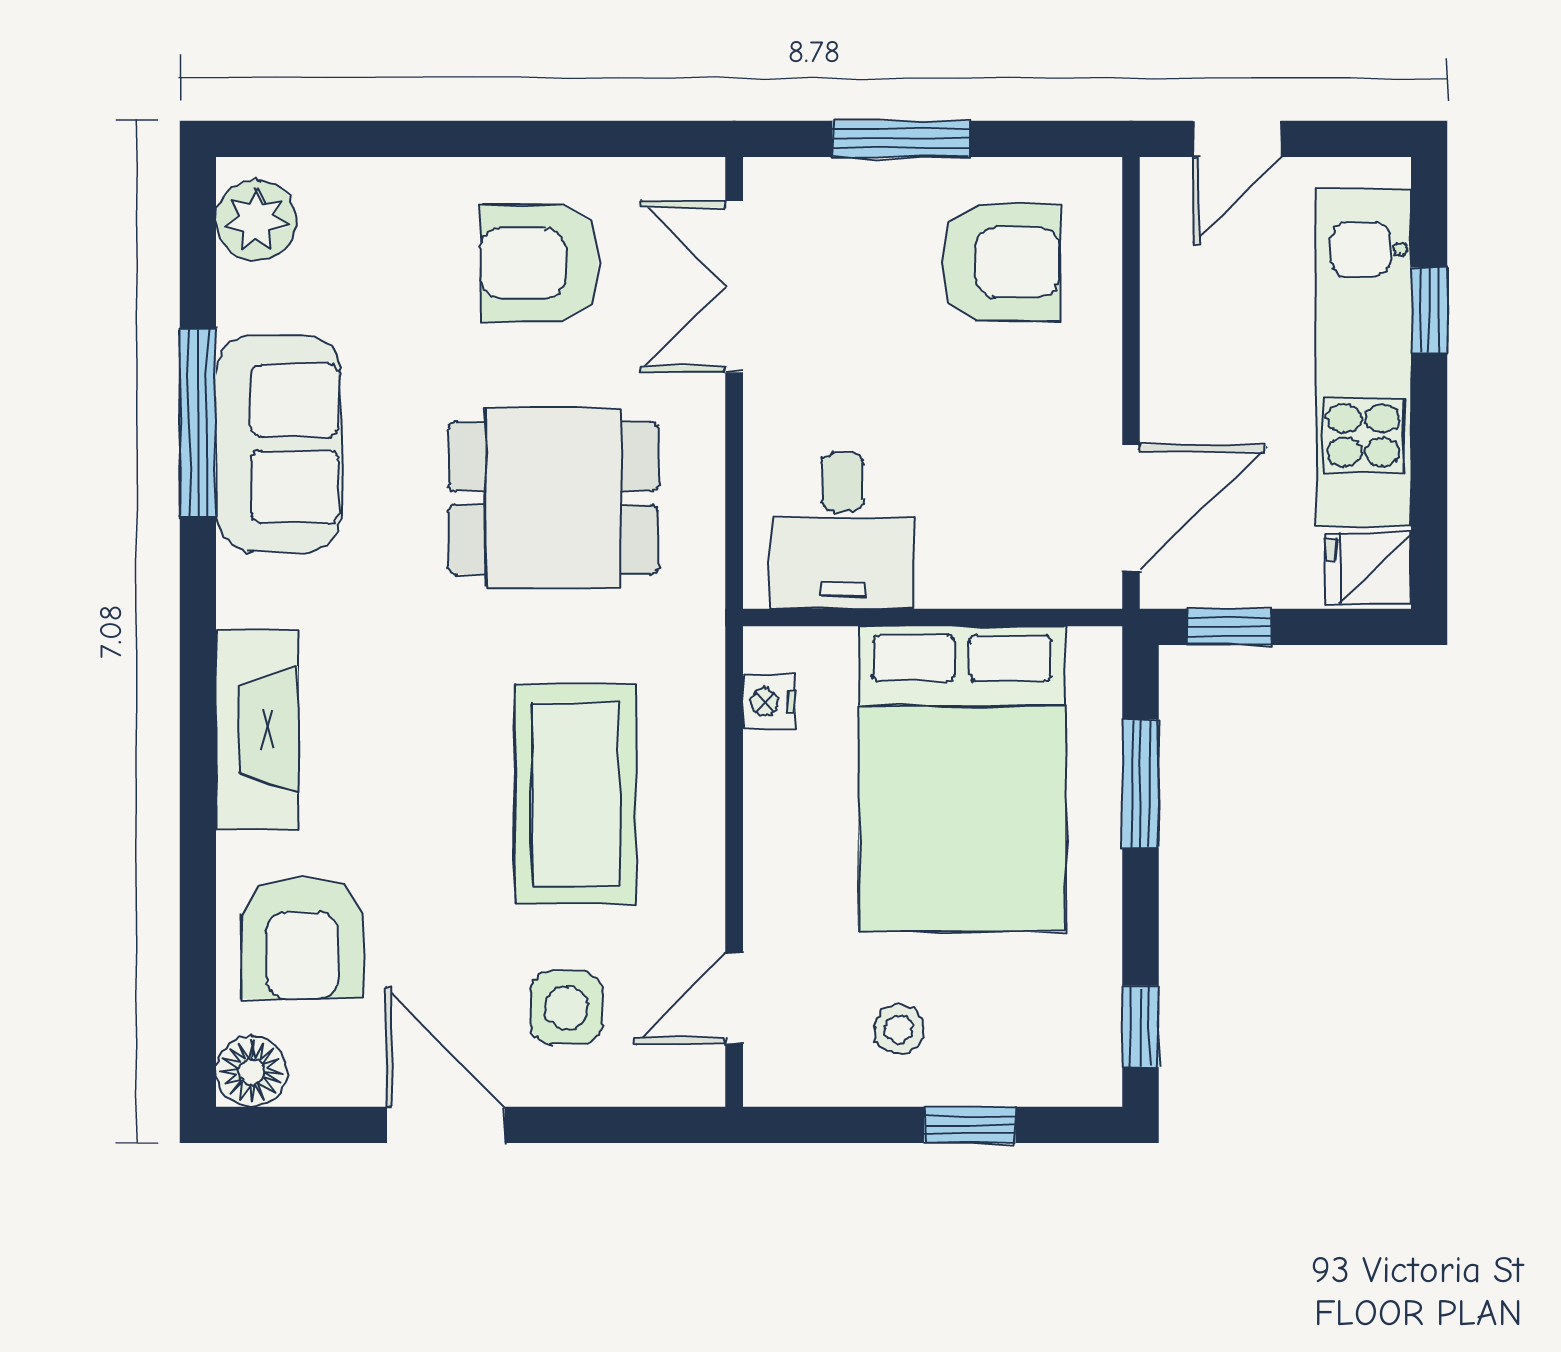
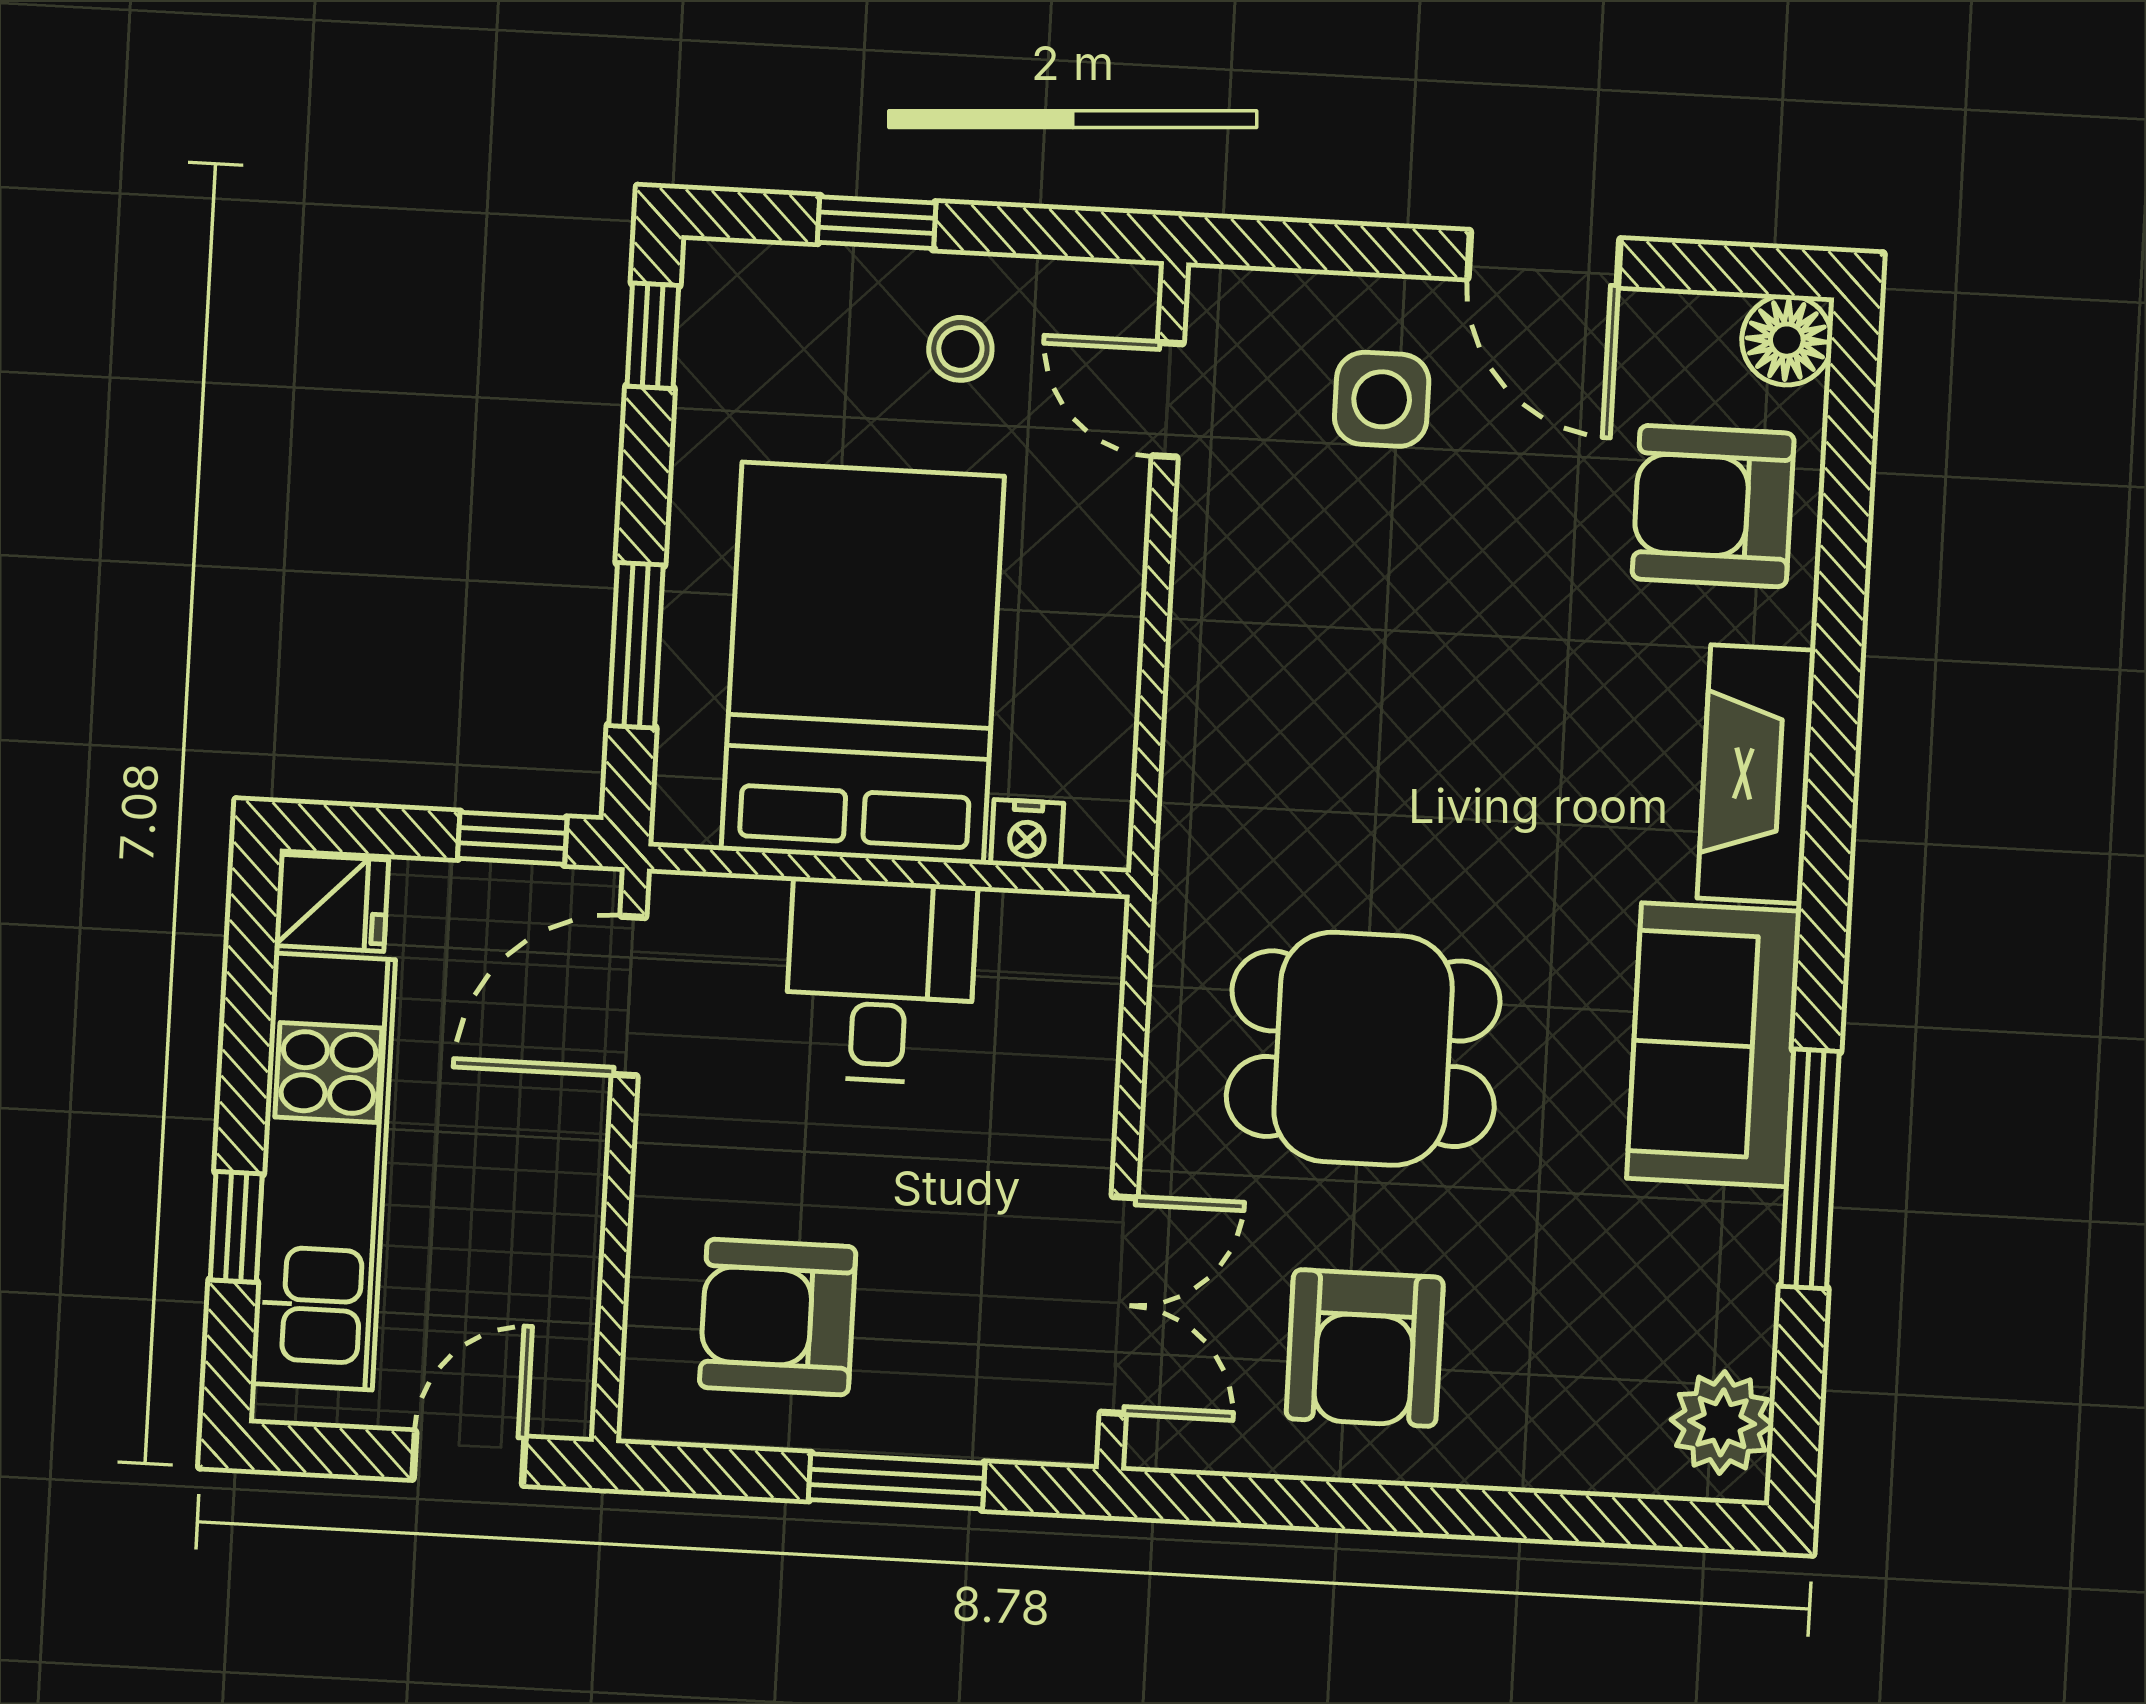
armchair: (539, 263) -> (1365, 1348), turned 90
sofa: (279, 443) -> (1714, 1045), moved
desk: (843, 531) -> (880, 981), moved
nightstand: (769, 702) -> (1027, 834), moved, turned 90
coffee table: (576, 794) -> (1355, 670), removed
armchair: (302, 938) -> (1713, 506), turned -90
door: (734, 998) -> (1168, 400), swing flipped

